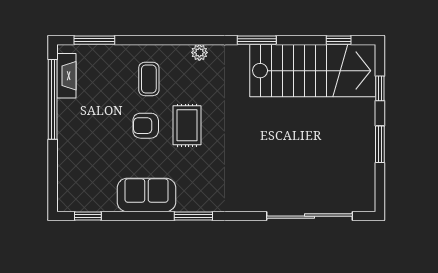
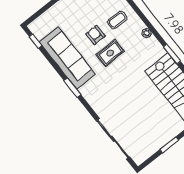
sofa: (146, 195) -> (67, 58), width x1.85, depth x1.27

